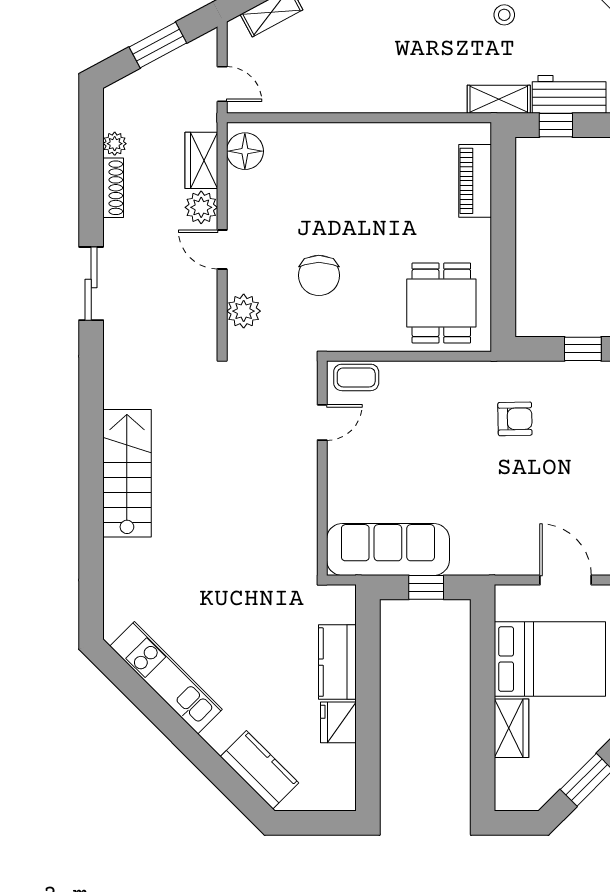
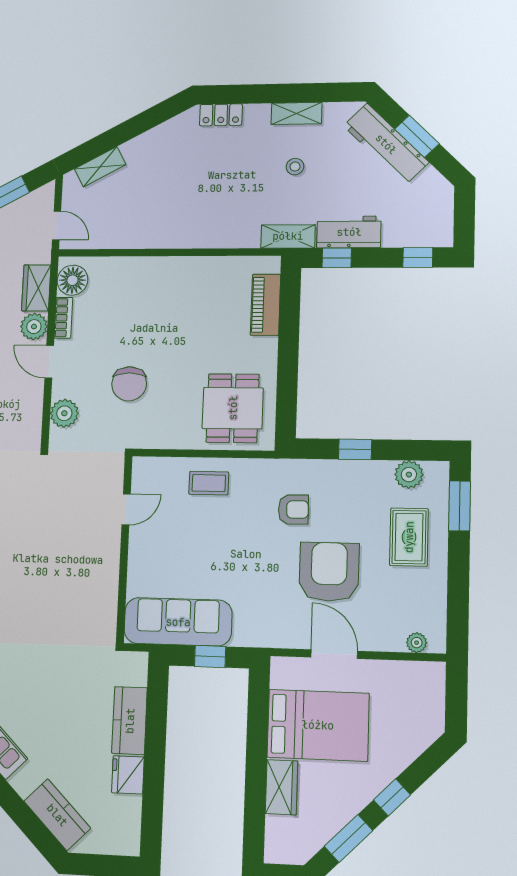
bookcase: (236, 197) -> (63, 318), added
coffee table: (356, 377) -> (209, 483), moved
armchair: (557, 488) -> (329, 572), added

